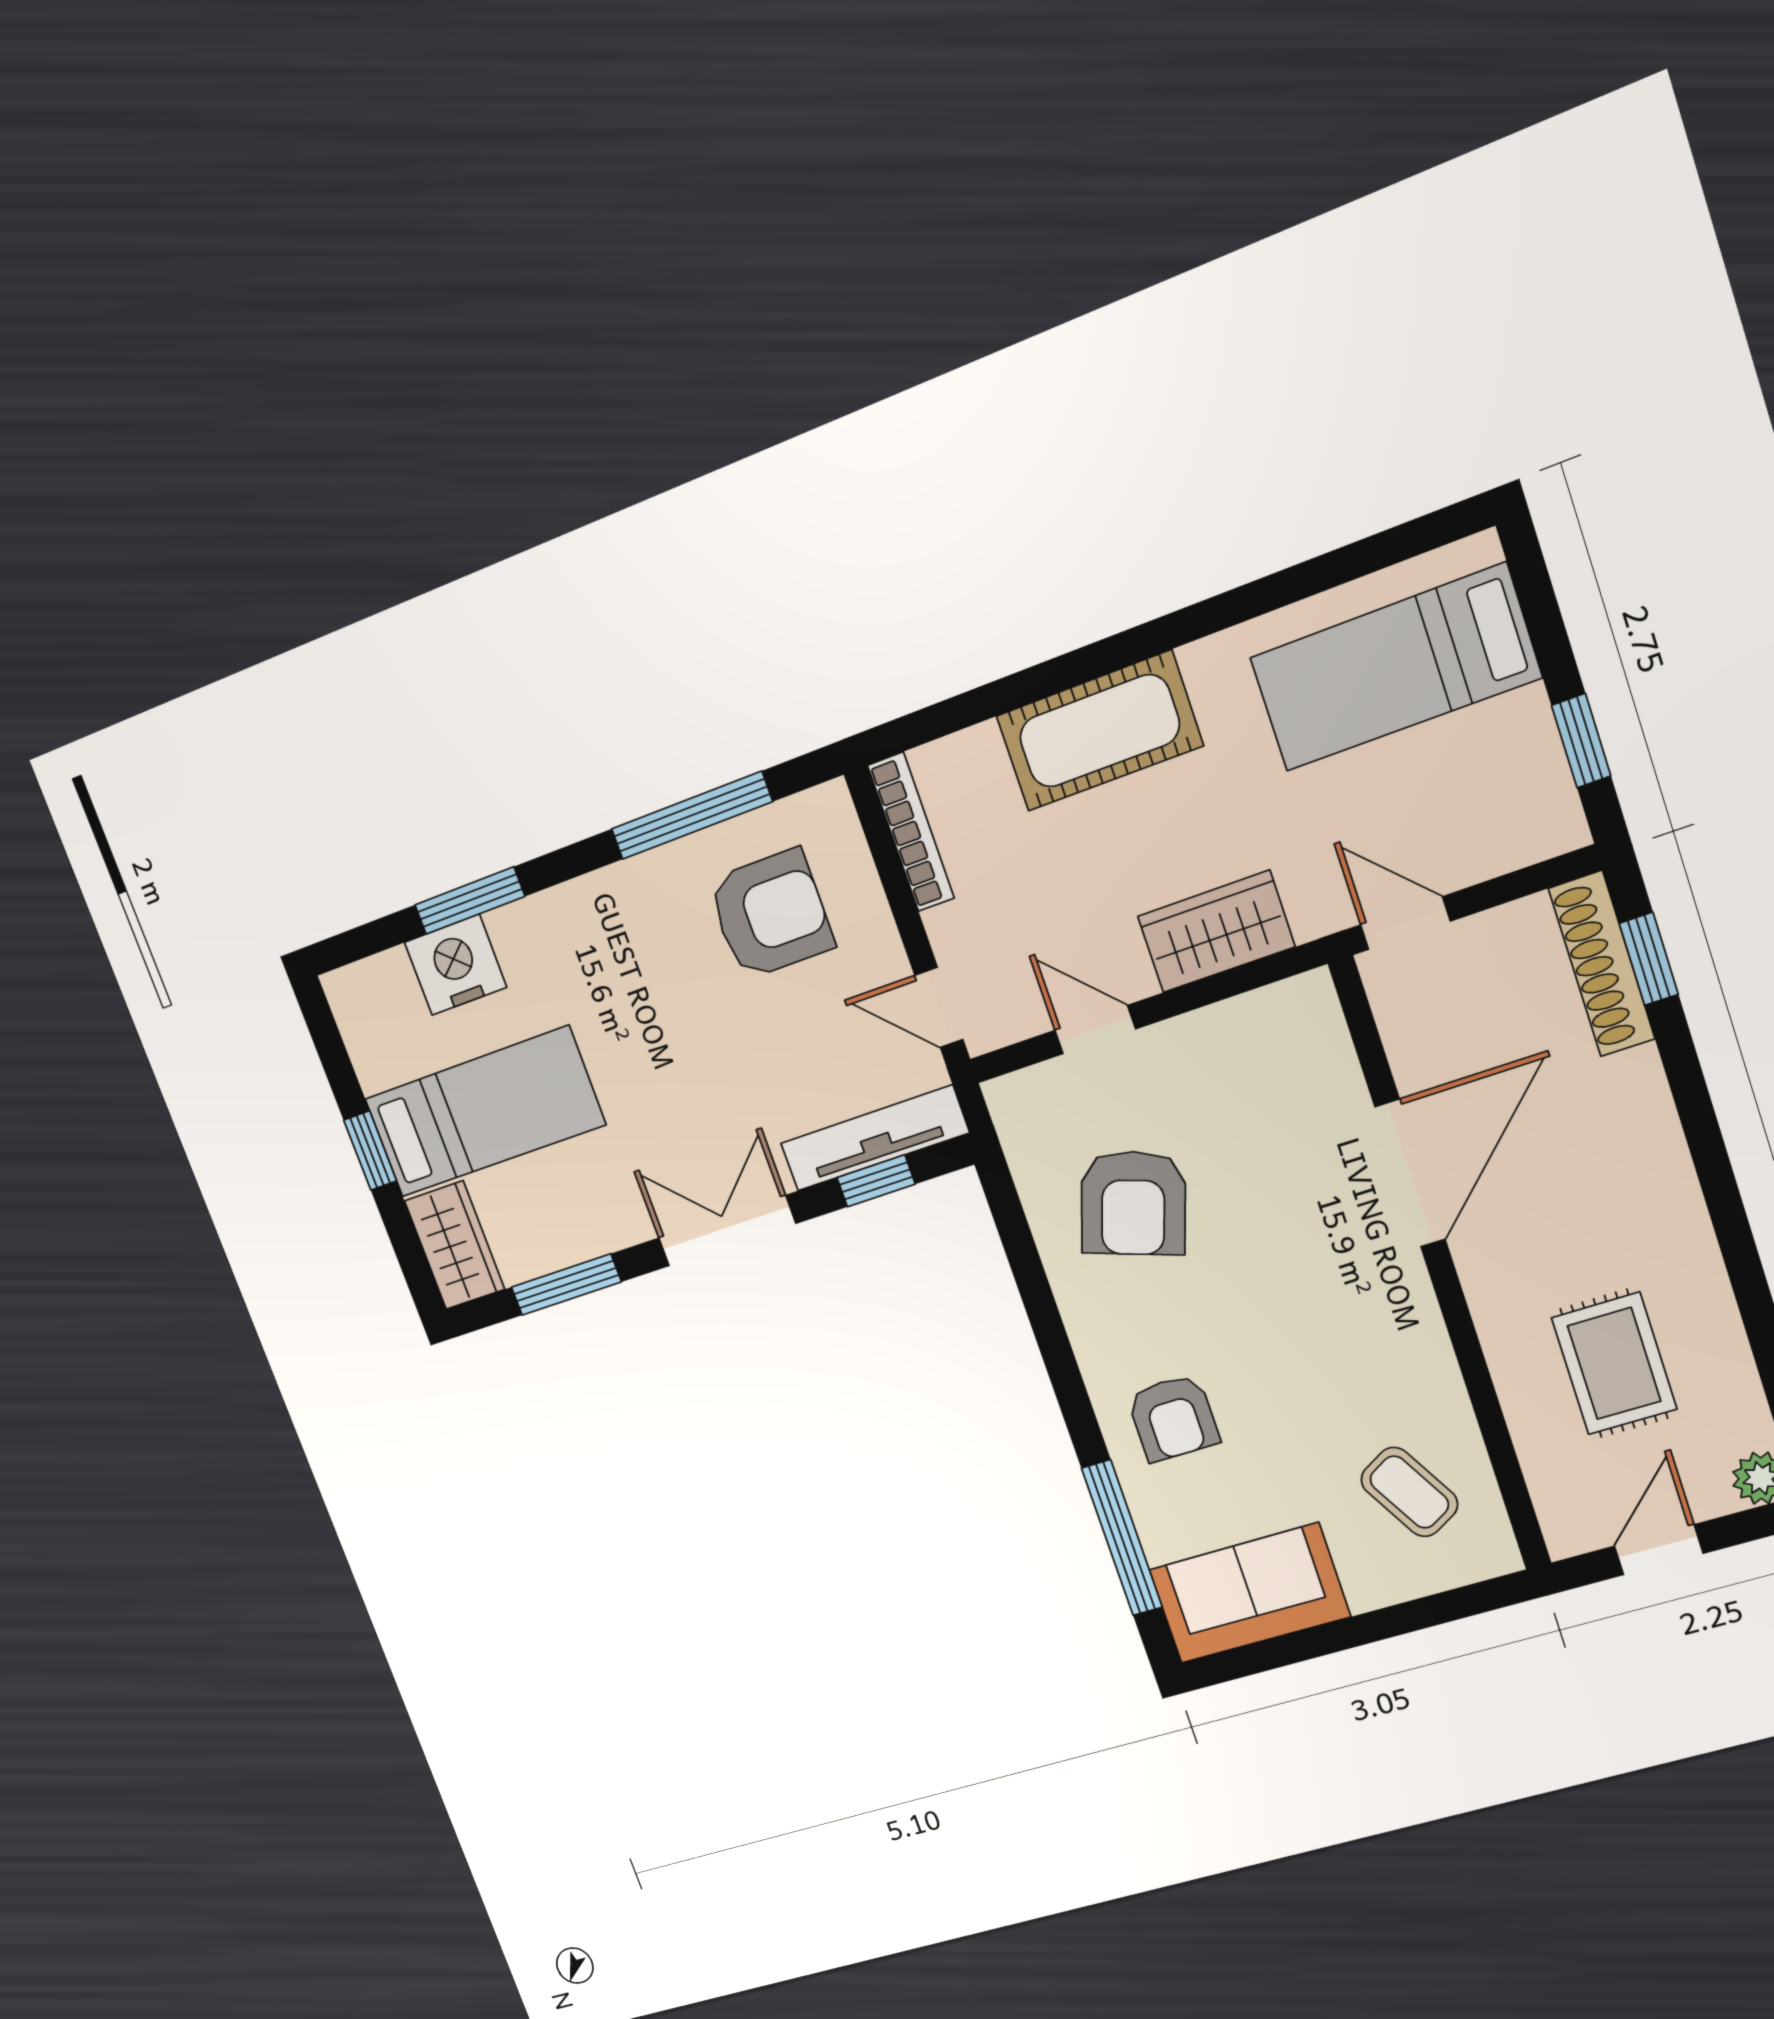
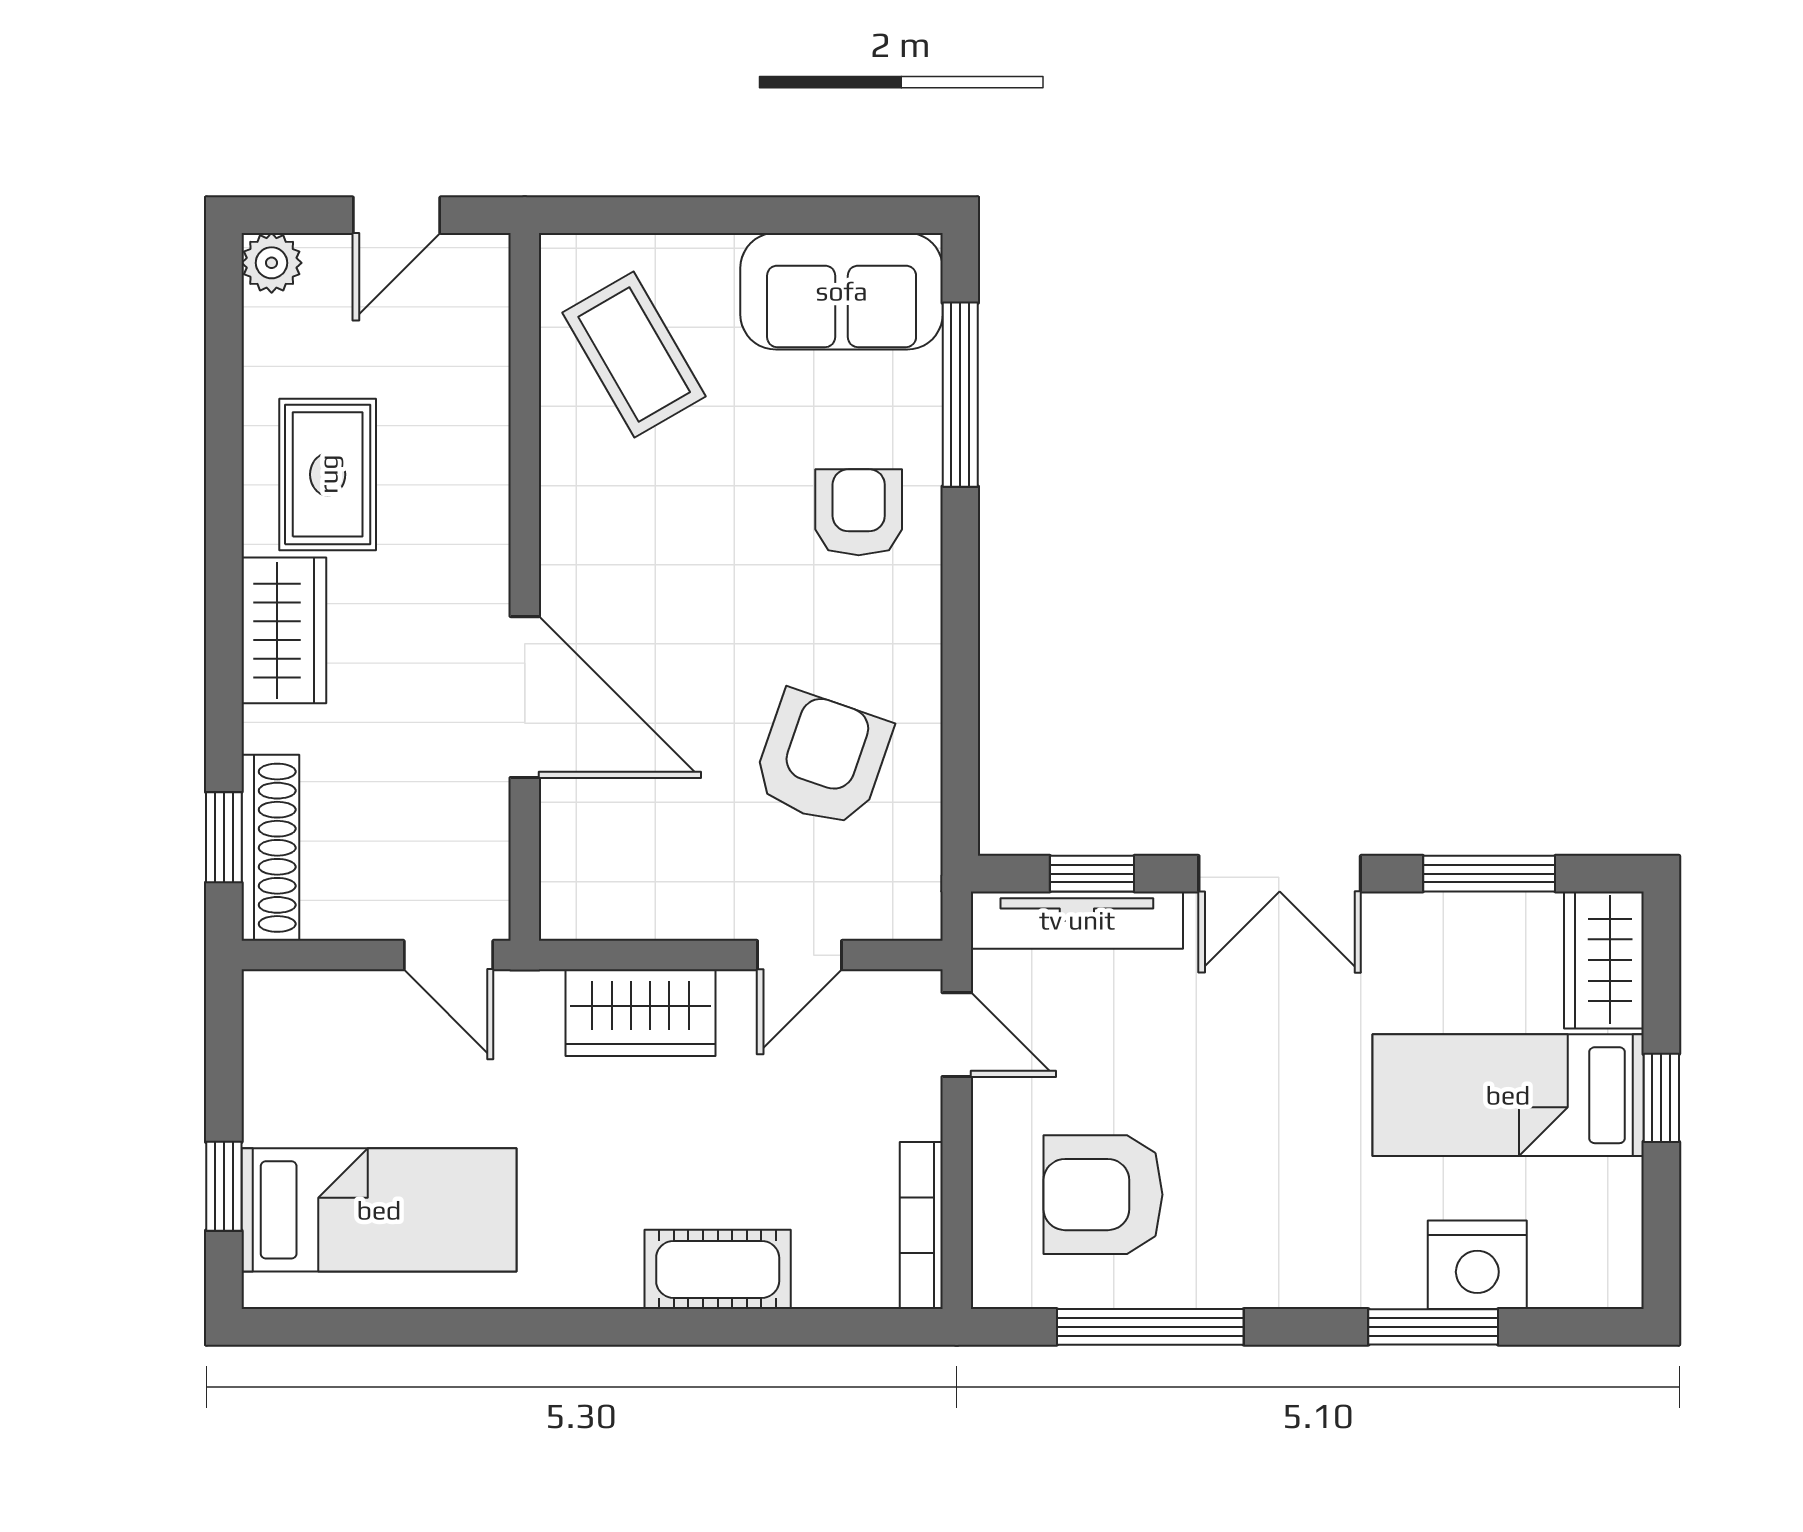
cot: (1099, 731) -> (718, 1269), width x0.73, depth x0.75
window: (1581, 741) -> (224, 1186), moved
door: (1095, 1030) -> (799, 955), hinge flipped
wardrobe: (1650, 1162) -> (284, 630), added
door: (1410, 1173) -> (525, 697), swing flipped
rug: (1614, 1363) -> (328, 474), moved
coffee table: (1409, 1492) -> (634, 355), width x1.36, depth x1.30

